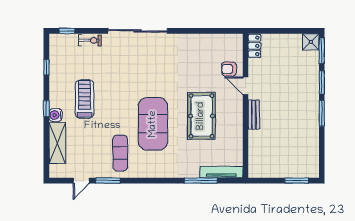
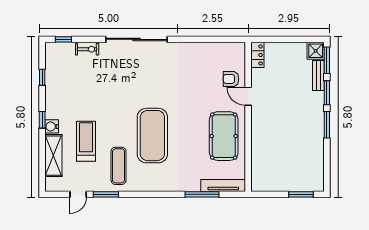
treadmill: (85, 99) -> (86, 141), moved
bench: (254, 115) -> (318, 76), moved
pool table: (201, 116) -> (224, 136), moved

